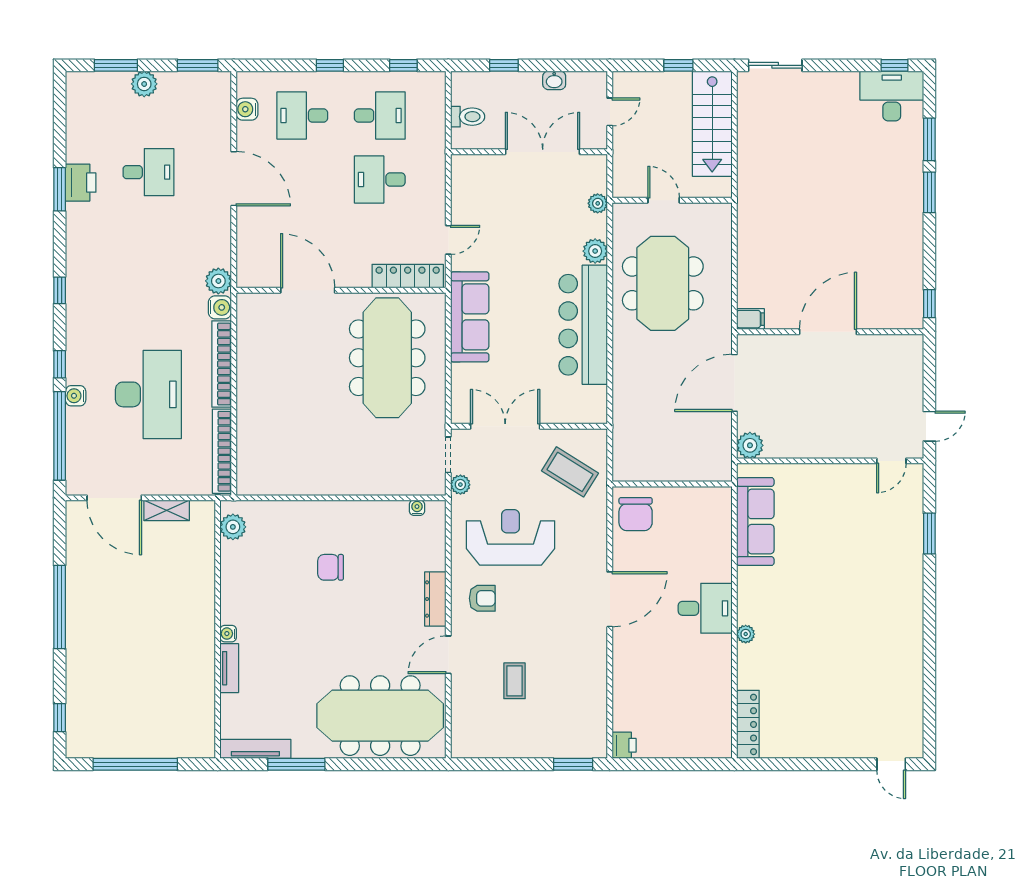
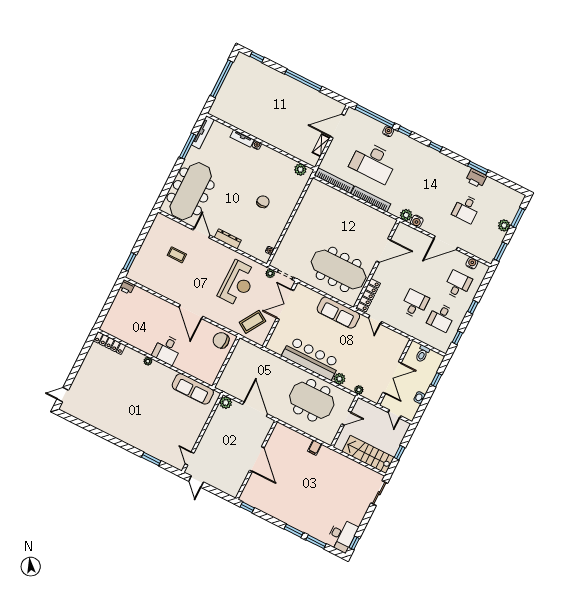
water cooler: (220, 307) -> (417, 221), moved
filing cabinet: (750, 319) -> (315, 448), moved
double door: (505, 426) -> (285, 304), swing flipped
armchair: (482, 598) -> (218, 259), removed

